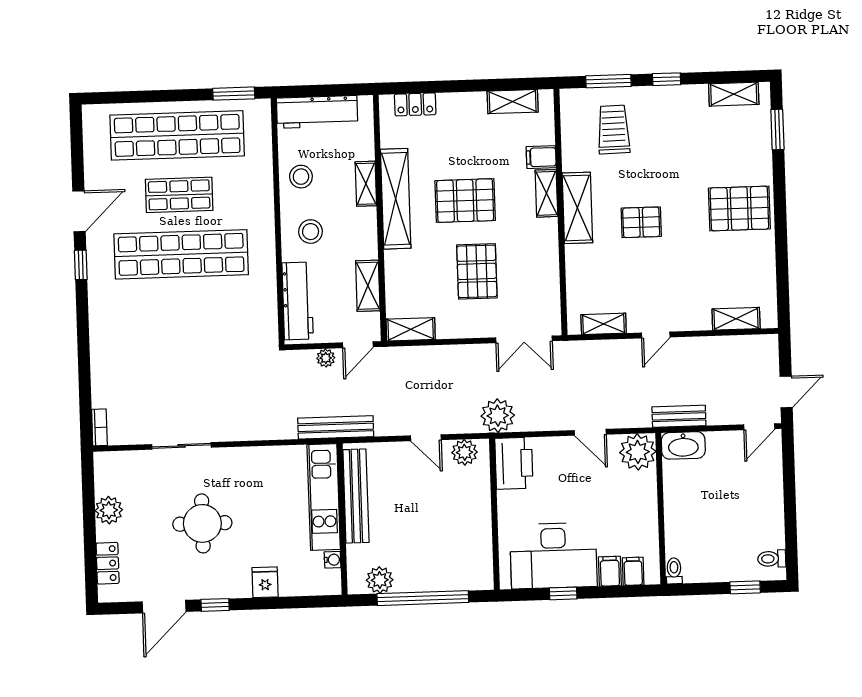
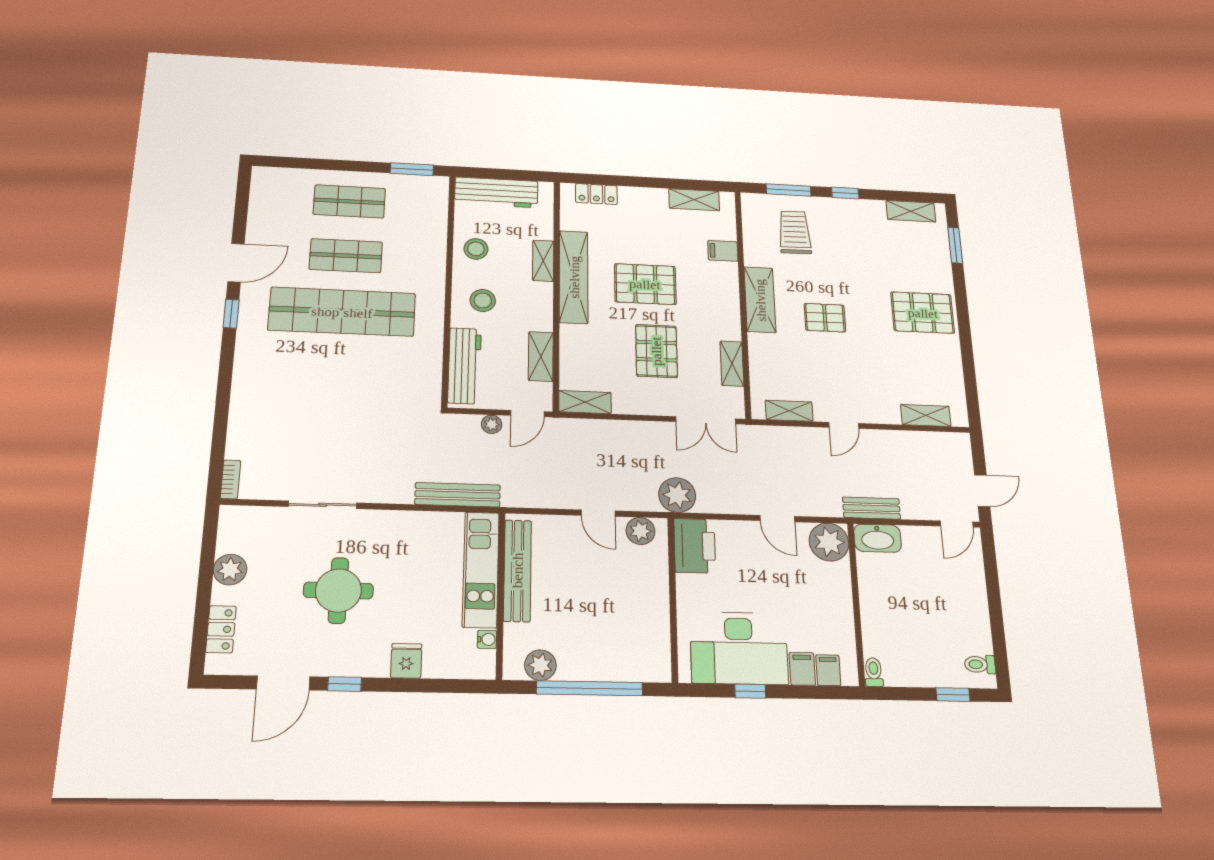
shop shelf: (177, 135) -> (349, 201), width x0.50, depth x0.74
shelving: (546, 193) -> (732, 364), moved
bench: (336, 427) -> (458, 495), moved

